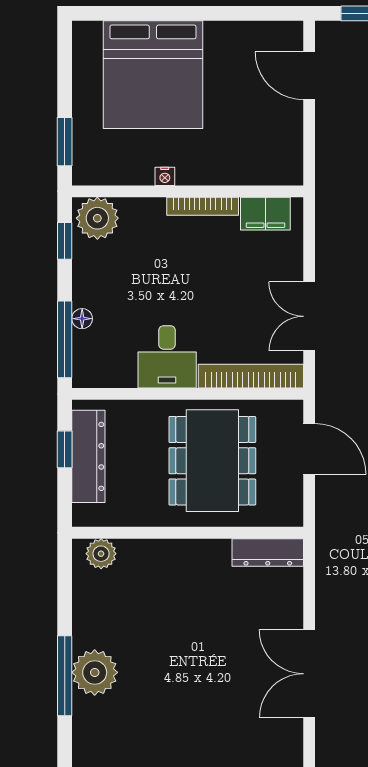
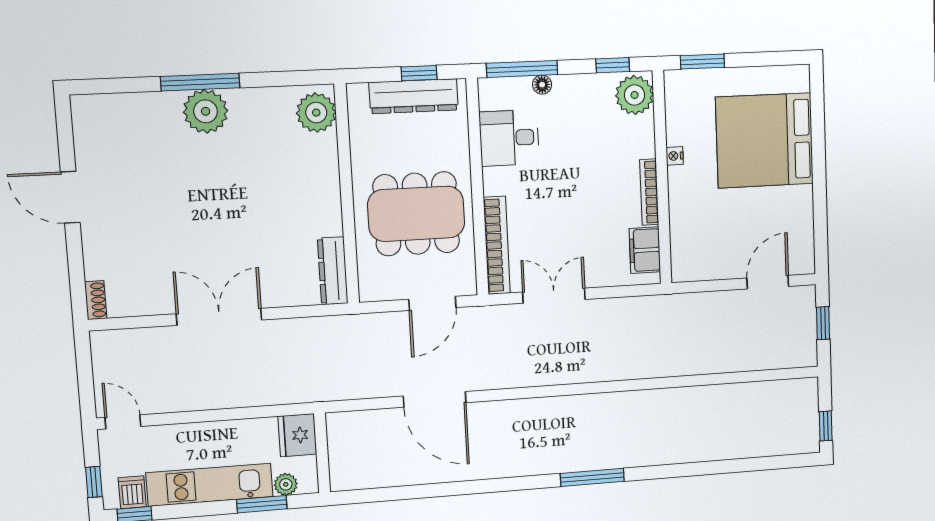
desk: (167, 357) -> (509, 138), moved
plant: (101, 554) -> (316, 113), width x1.36, depth x1.36

